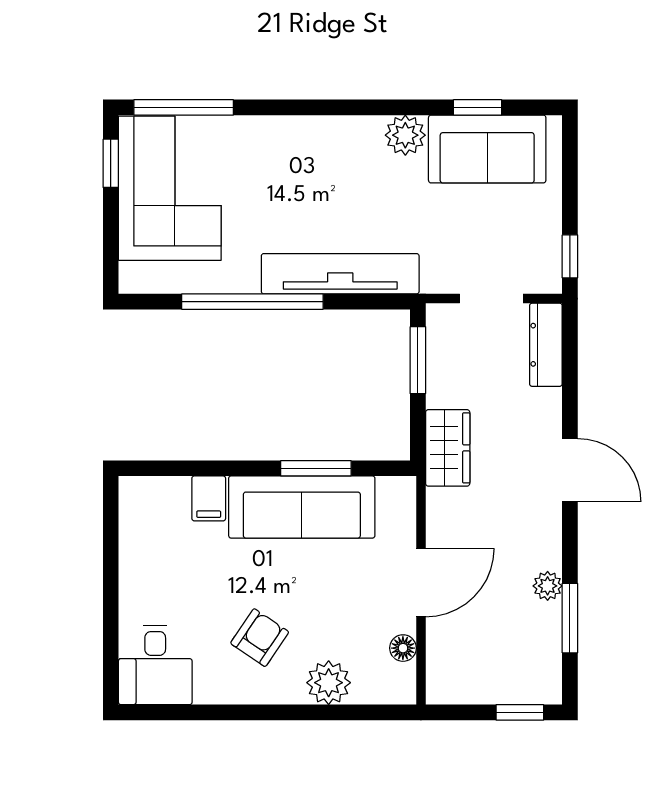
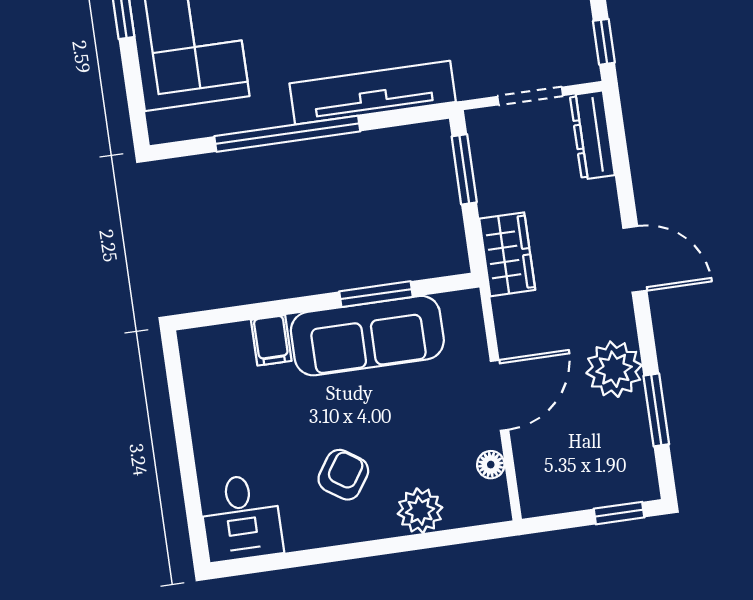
plant: (548, 586) -> (614, 369), width x1.87, depth x1.87

